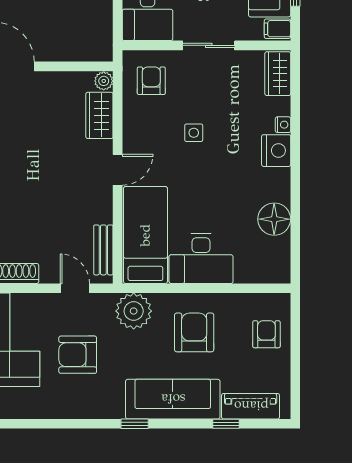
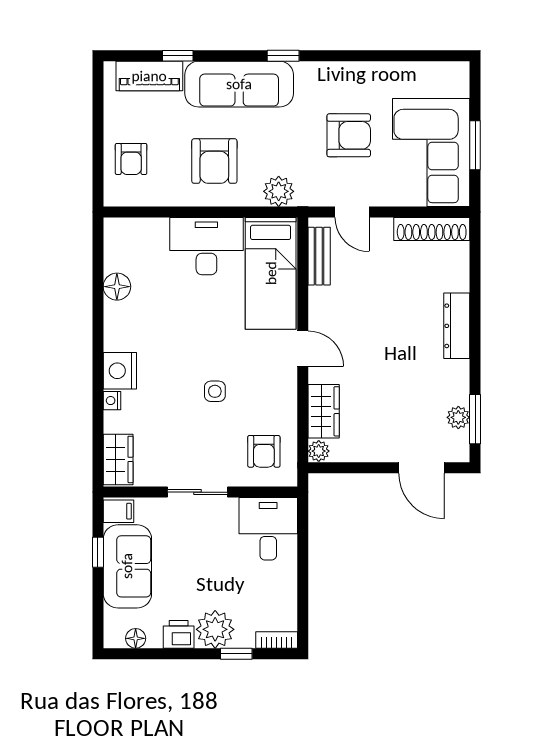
door: (118, 170) -> (303, 349), swing flipped
floor lamp: (274, 219) -> (117, 287), width x0.73, depth x0.73
plant: (134, 311) -> (279, 191), width x0.73, depth x0.73

